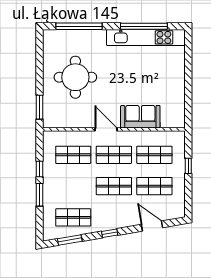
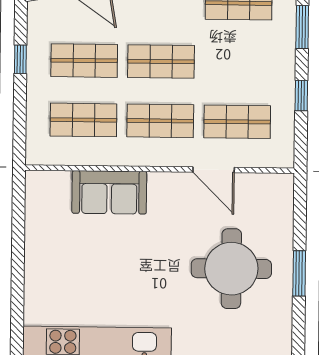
window: (40, 107) -> (299, 273), moved
door: (106, 129) -> (214, 170), moved
window: (188, 166) -> (20, 59), moved
window: (40, 195) -> (302, 27), moved

